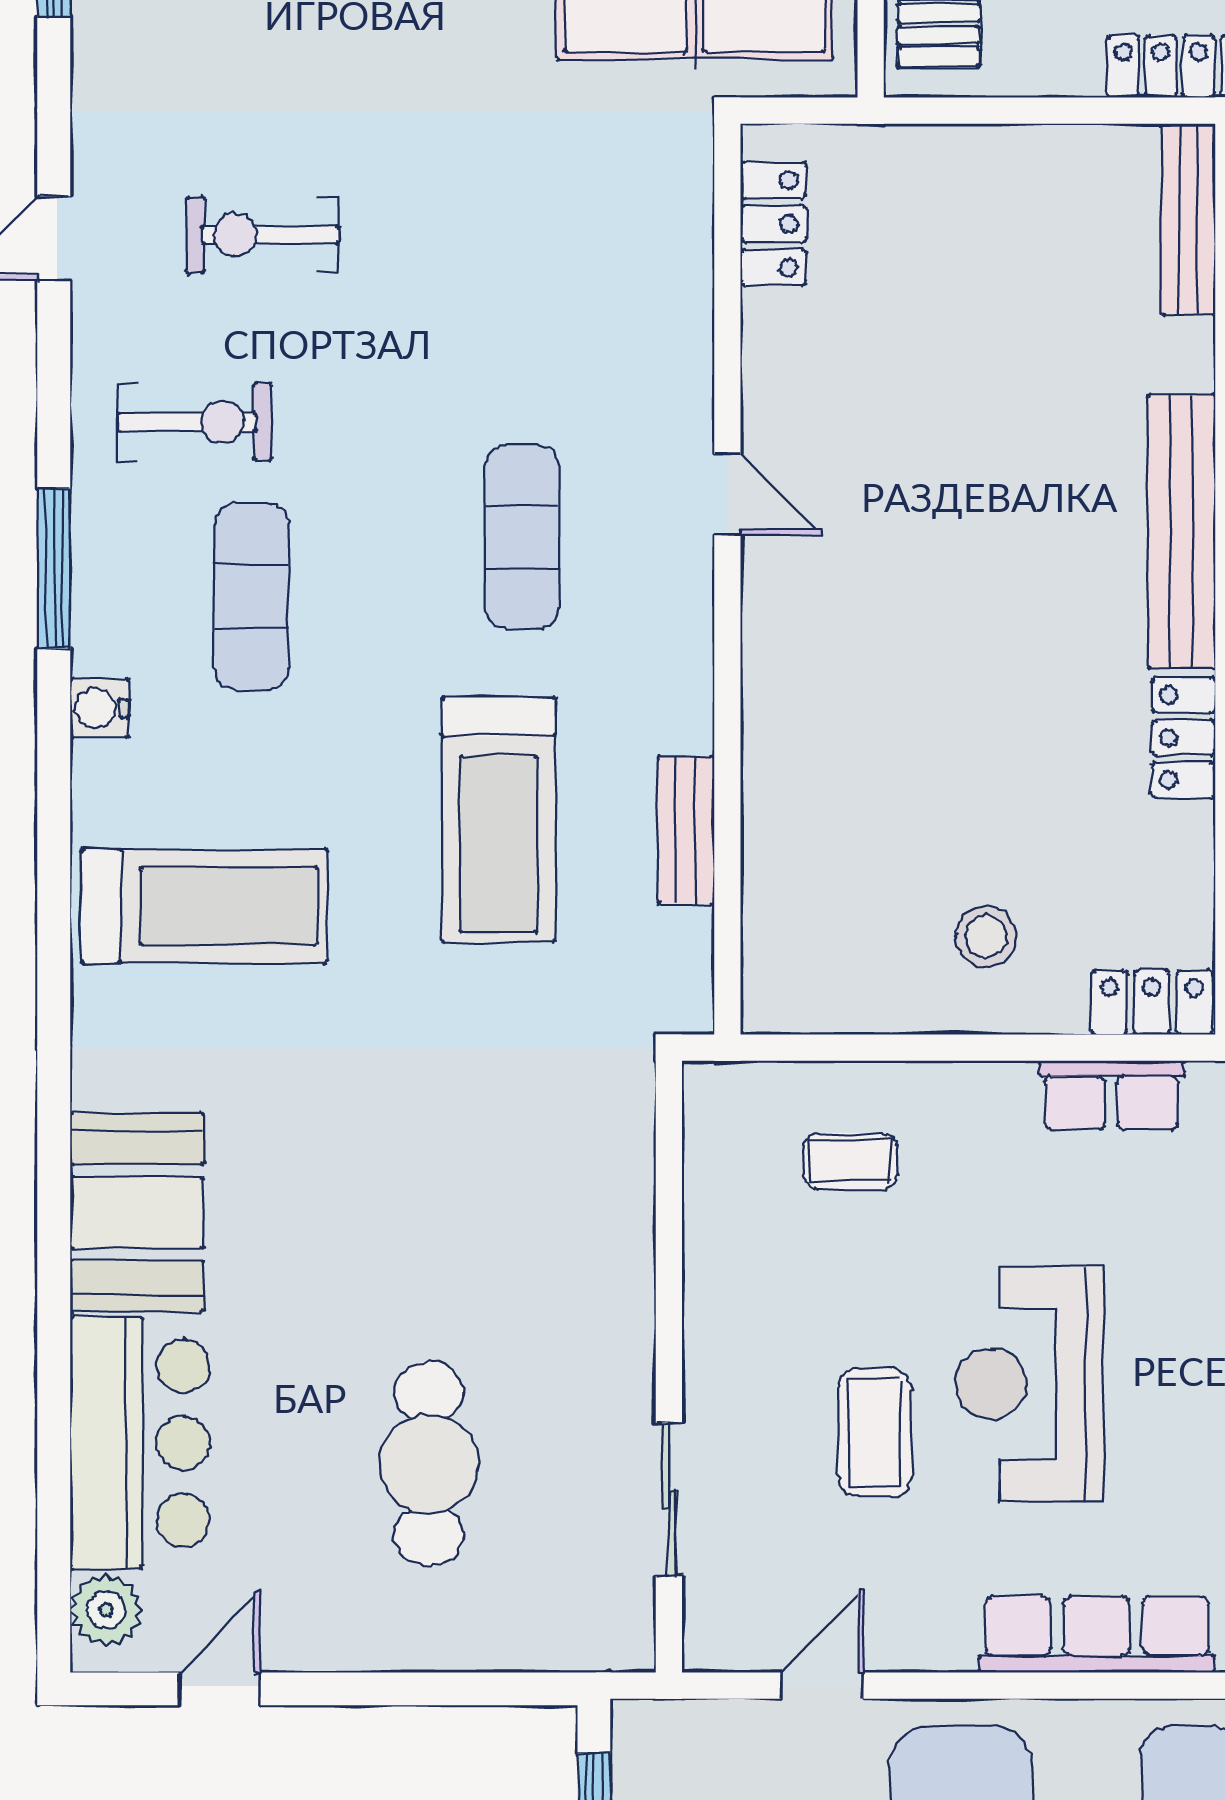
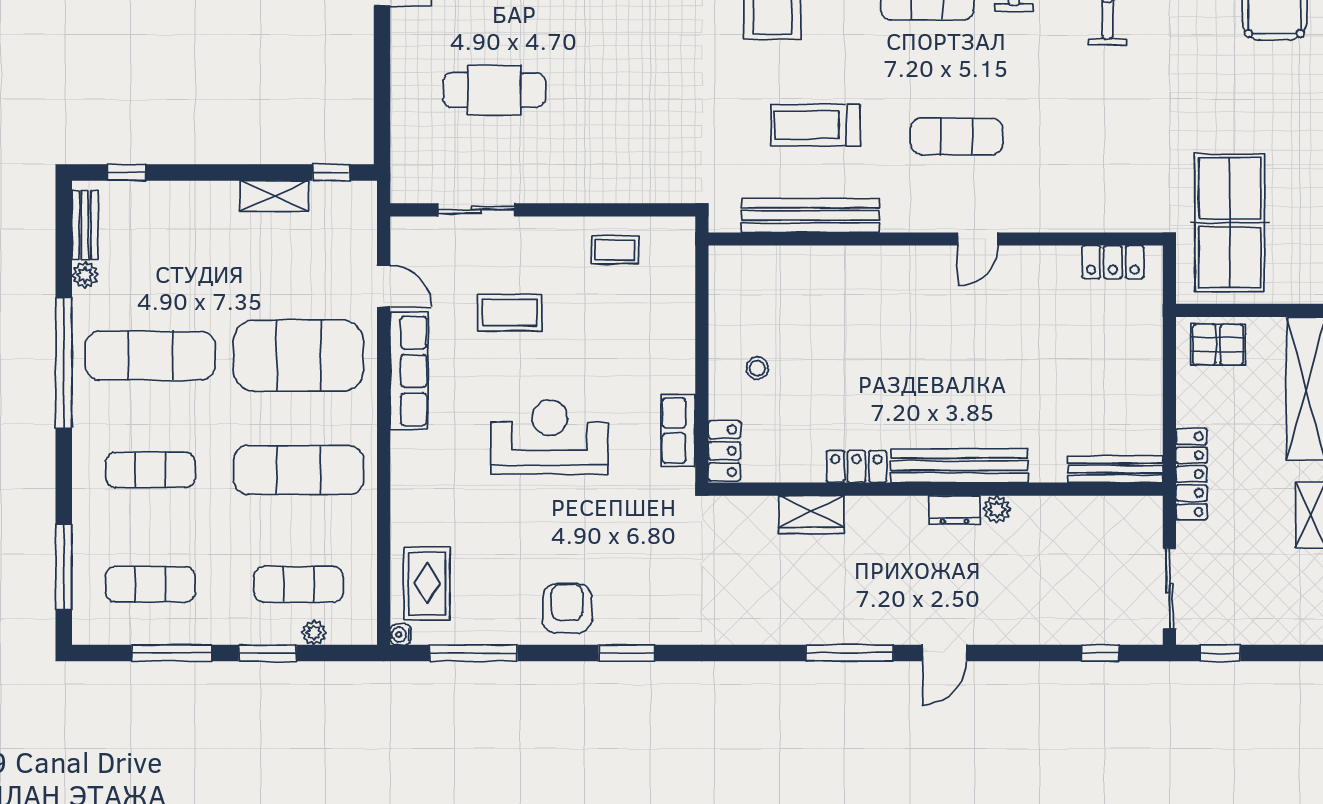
treadmill: (499, 820) -> (816, 125), width x0.73, depth x0.73
bench: (686, 830) -> (810, 215), width x1.86, depth x1.21
stool: (986, 937) -> (757, 368), width x0.73, depth x0.73
coffee table: (850, 1161) -> (615, 250), moved, turned 90
reception desk: (1029, 1384) -> (550, 437), moved
row of seats: (1097, 1634) -> (409, 371), moved

